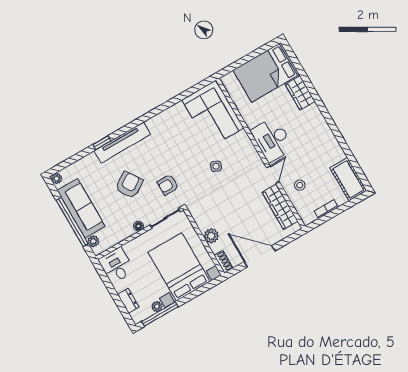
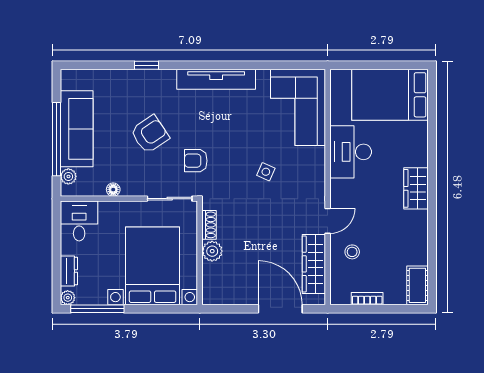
wardrobe: (300, 93) -> (416, 188), moved
desk: (272, 140) -> (351, 152), moved
tv unit: (122, 143) -> (216, 79), moved
plant: (57, 179) -> (68, 77), removed
cot: (348, 179) -> (417, 285), width x0.73, depth x0.75
floor lamp: (139, 226) -> (113, 190), moved
door: (260, 256) -> (280, 309), moved
shoe rack: (224, 262) -> (209, 225), moved
plant: (157, 307) -> (68, 298), moved

